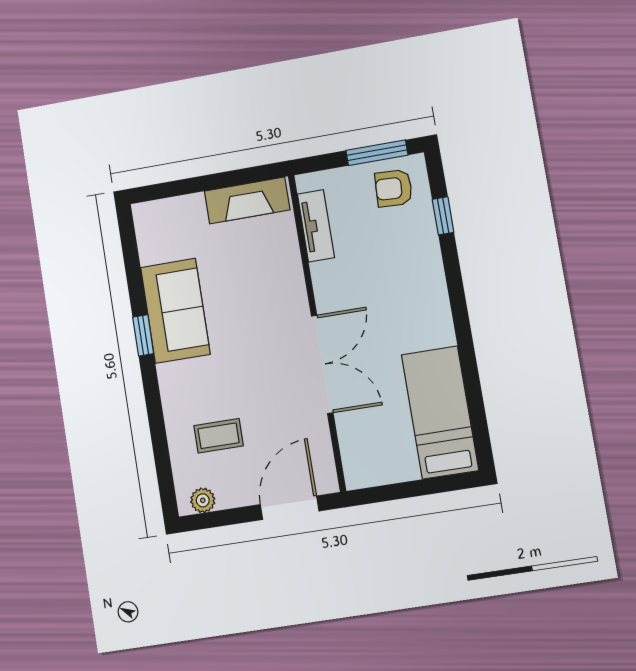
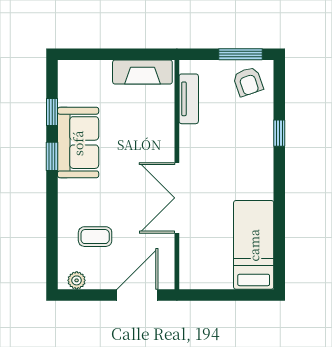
armchair: (394, 188) -> (248, 82), turned -112
window: (443, 216) -> (279, 133), moved
window: (134, 275) -> (52, 112), added
double door: (322, 364) -> (177, 198), swing flipped

